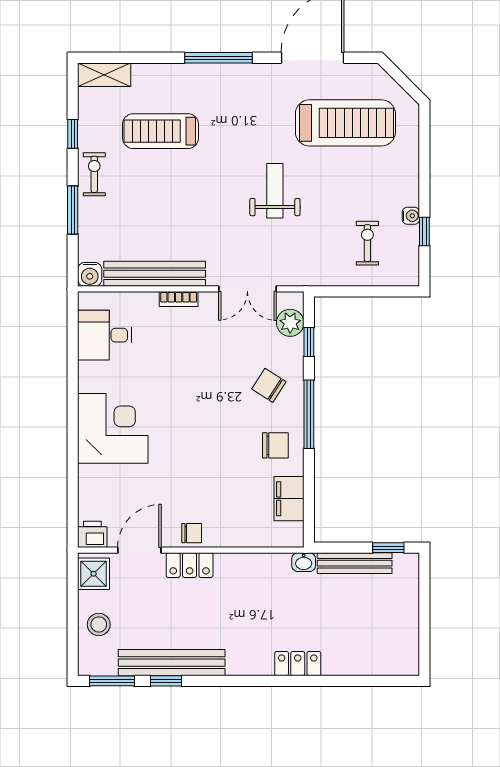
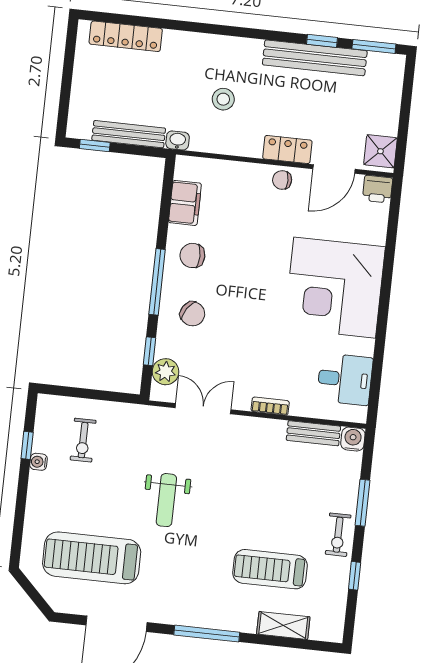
shelving: (104, 75) -> (283, 625), moved
treadmill: (161, 131) -> (270, 569), turned 180
bench: (155, 274) -> (313, 433), width x0.54, depth x0.82
corner desk: (113, 428) -> (335, 288), width x1.36, depth x1.36
stool: (99, 624) -> (223, 99), moved
locker: (298, 664) -> (126, 36), moved, width x1.53

